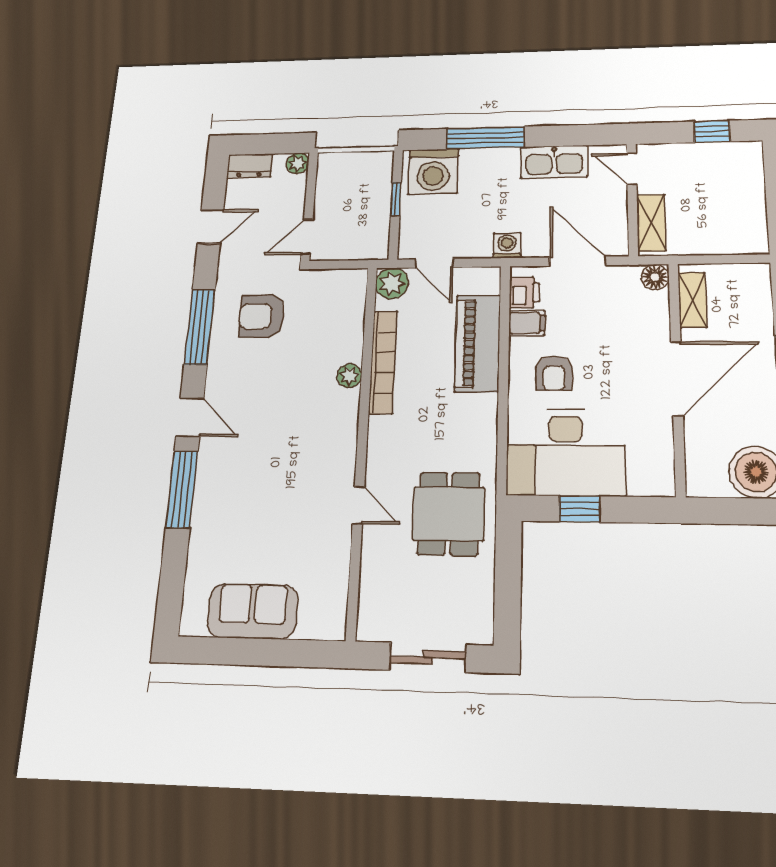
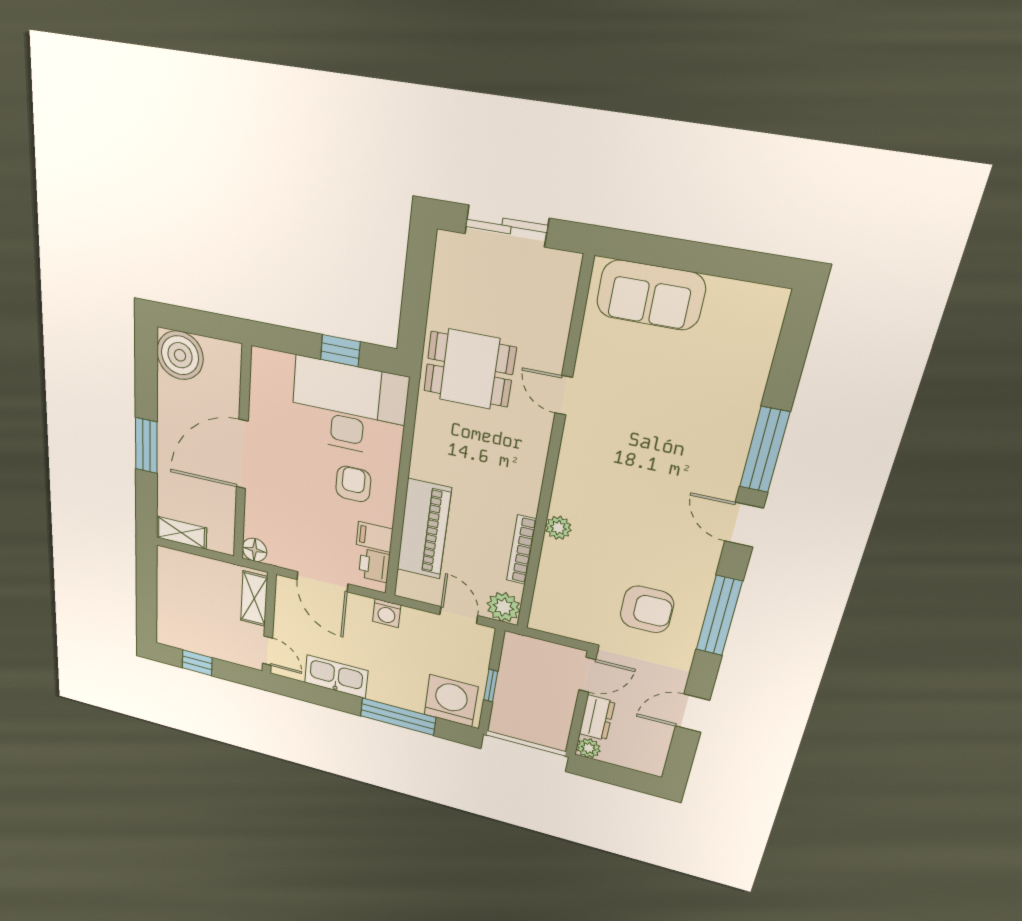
dresser: (250, 166) -> (597, 718), moved, turned 90
shelving: (692, 300) -> (181, 533), moved, turned 90
bookcase: (383, 362) -> (521, 550), width x0.68, depth x0.76
dining table: (449, 514) -> (469, 369), turned 90
sofa: (253, 611) -> (651, 295), moved

